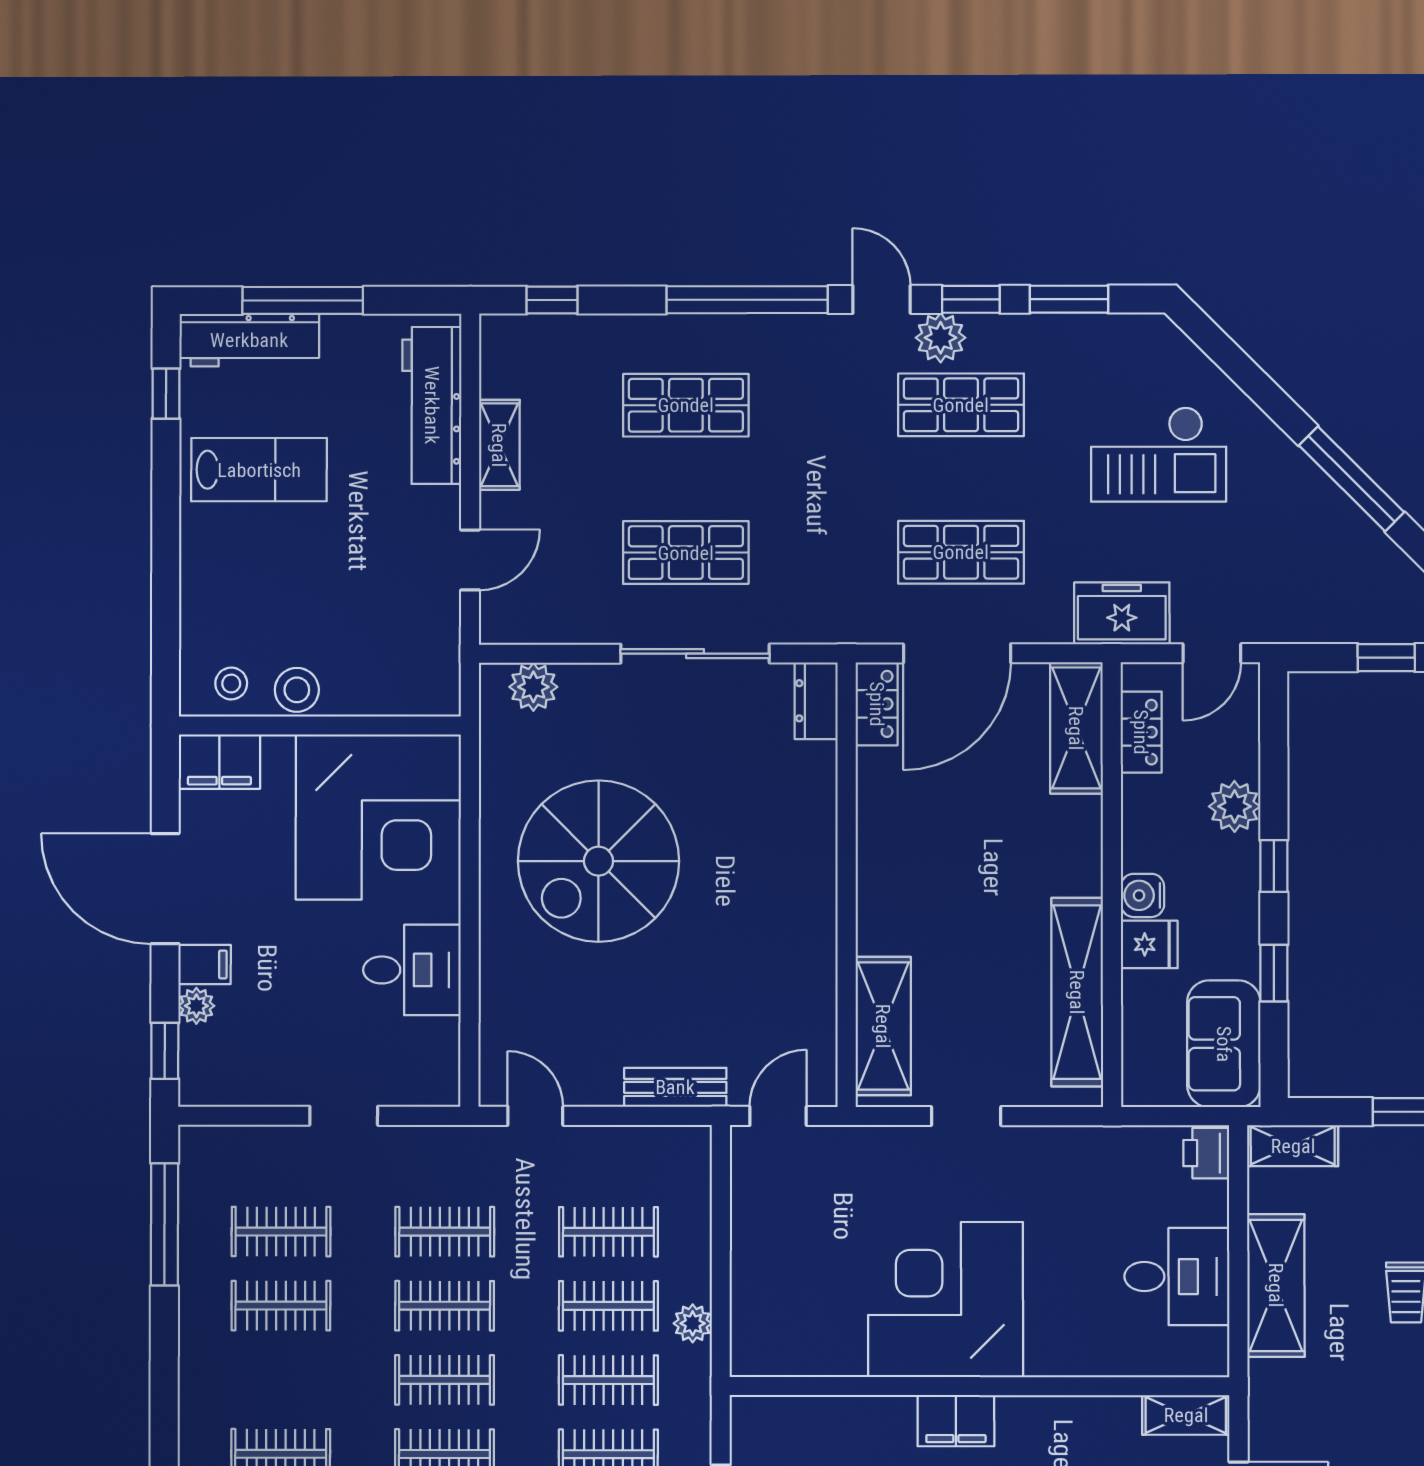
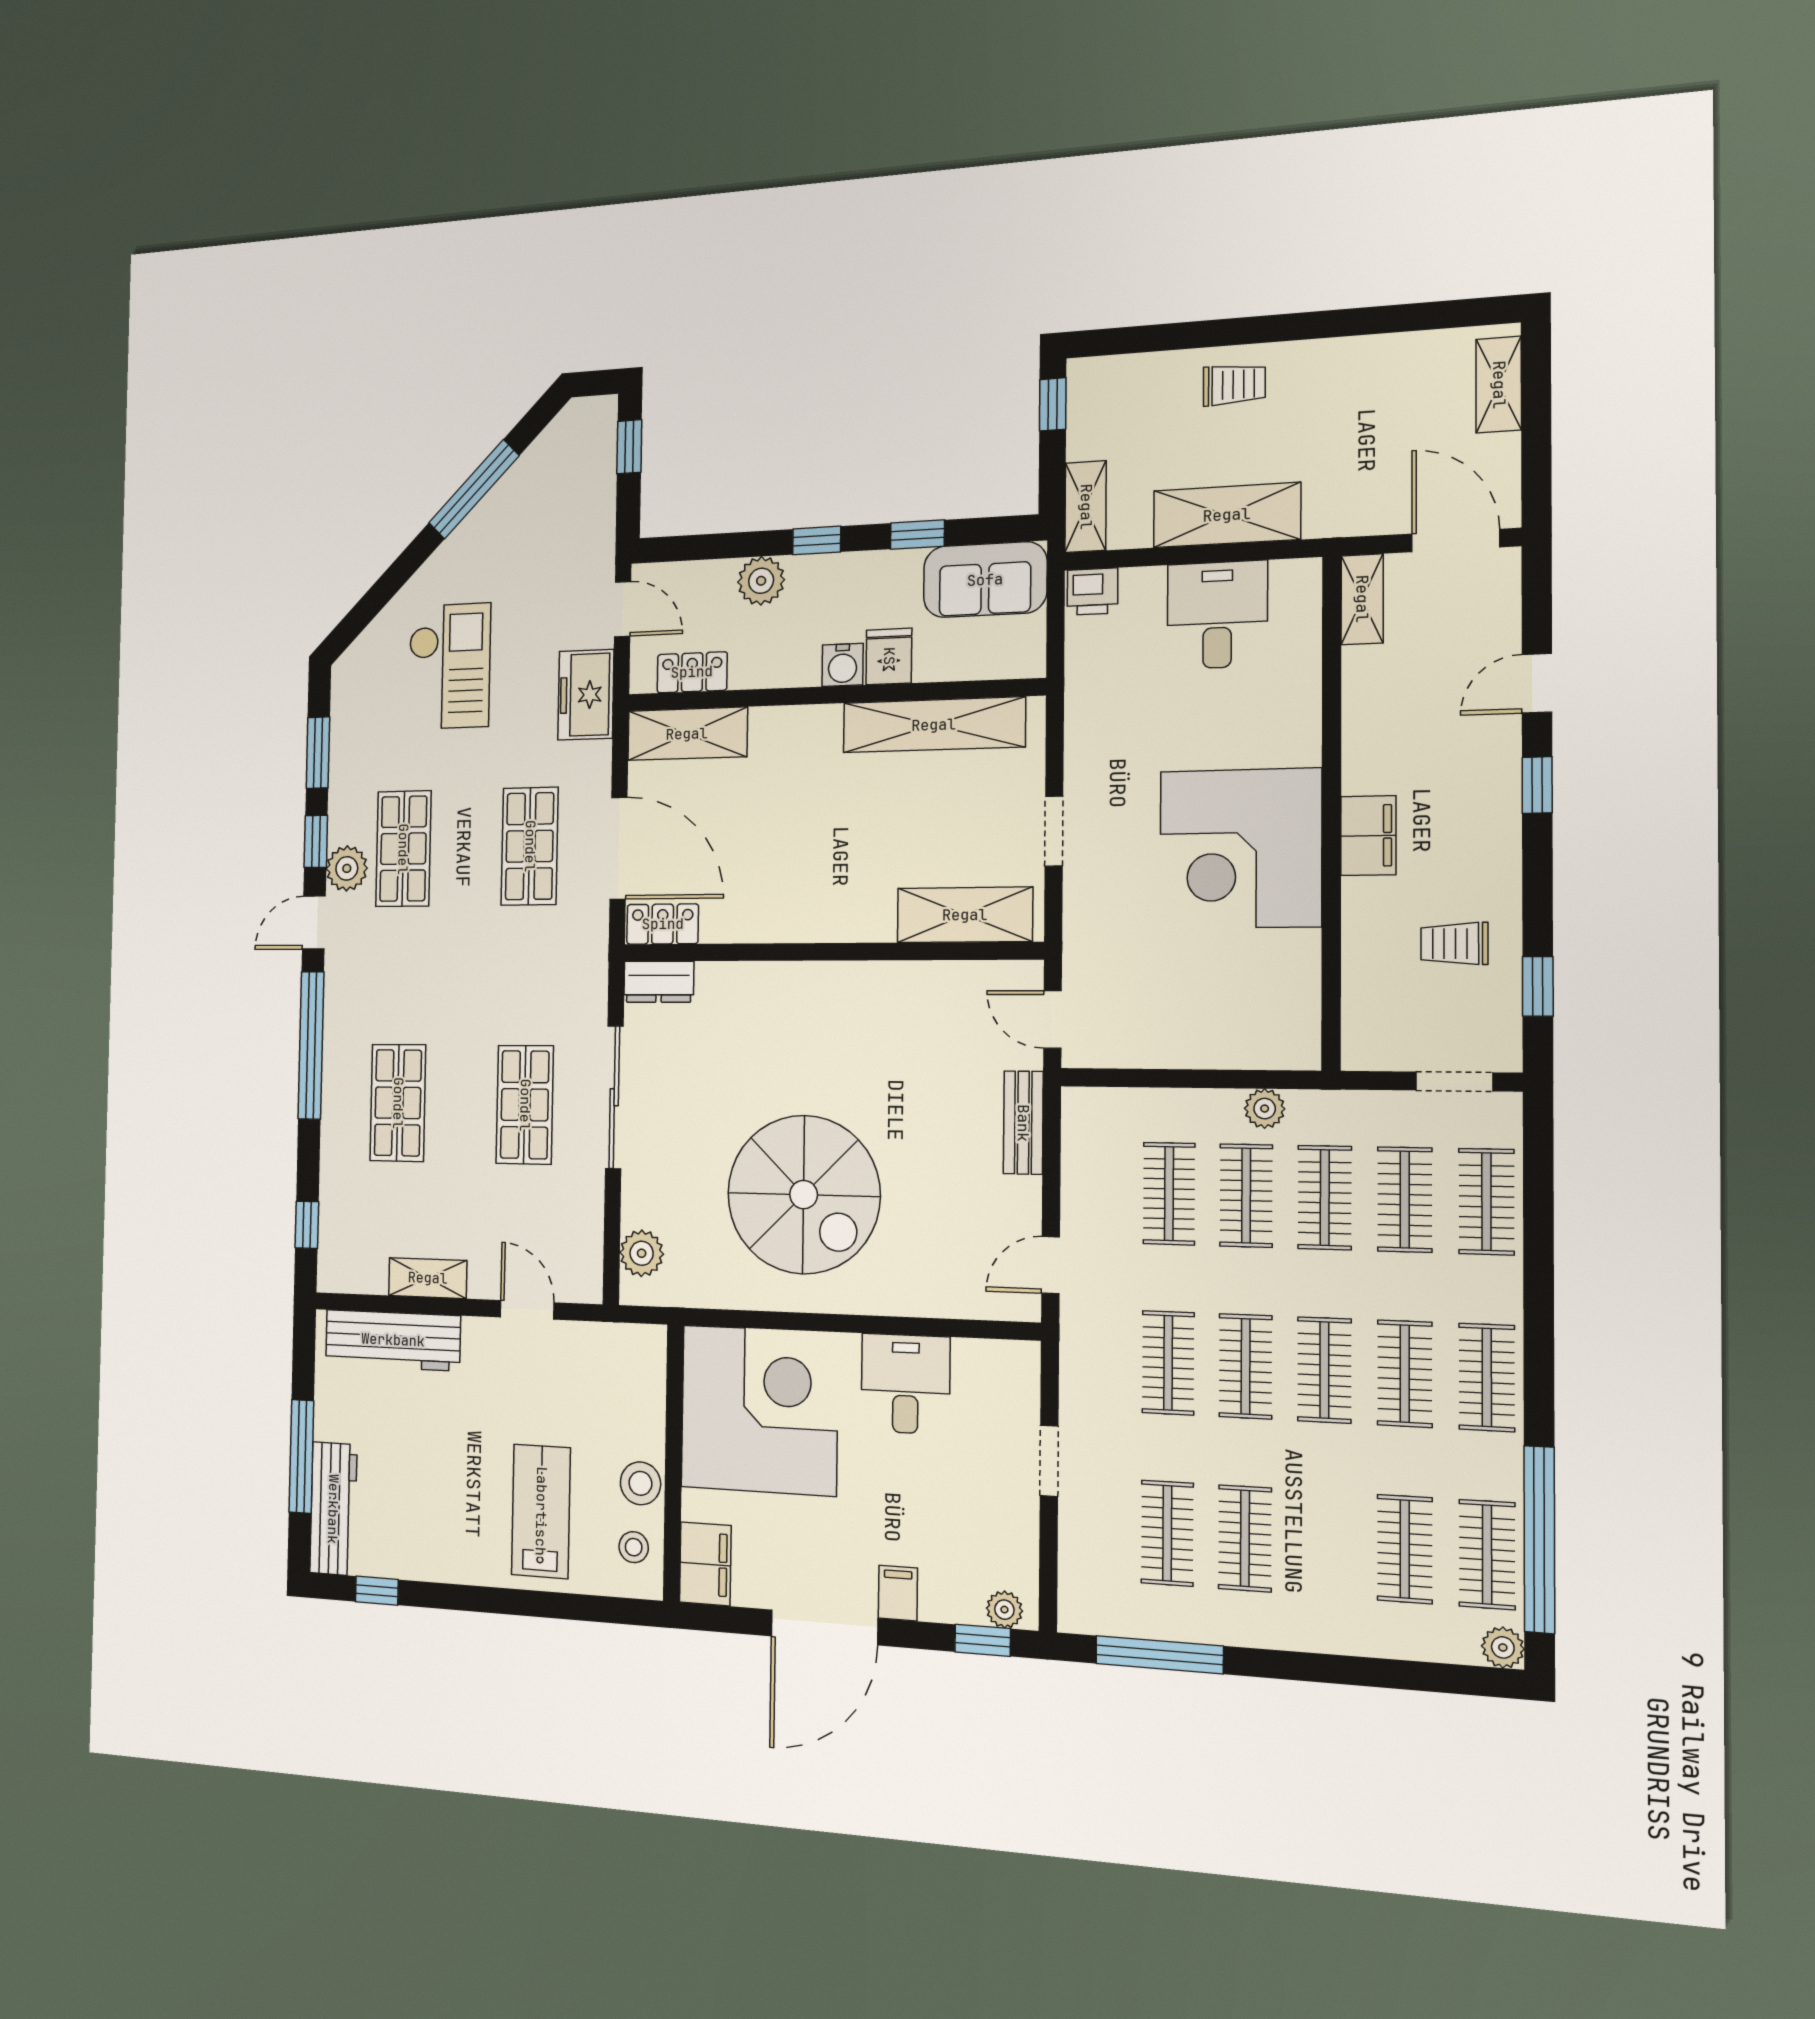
lab bench: (259, 470) -> (541, 1511), moved
plant: (196, 1006) -> (1004, 1610), moved

